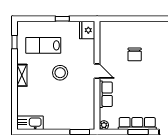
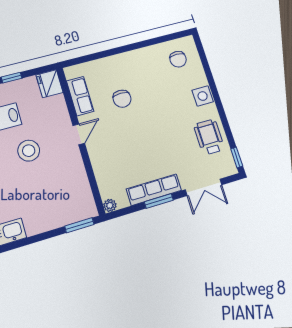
door: (97, 71) -> (79, 134), hinge flipped
row of seats: (106, 94) -> (80, 96), moved

